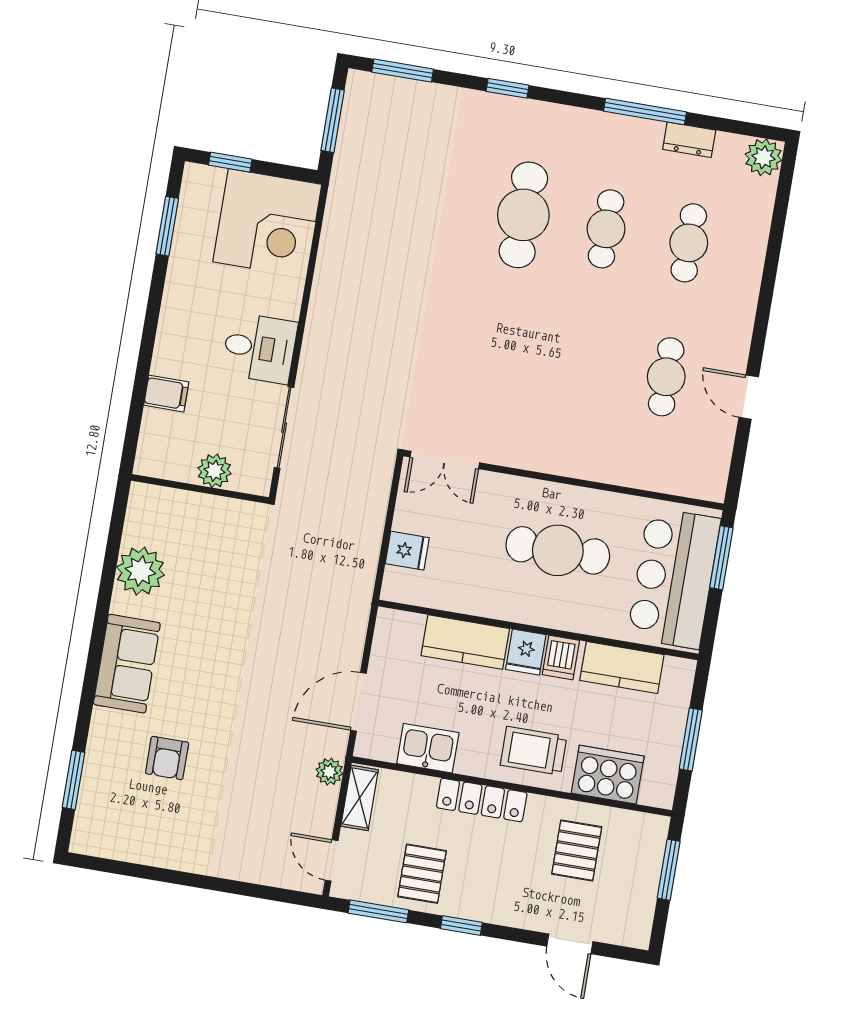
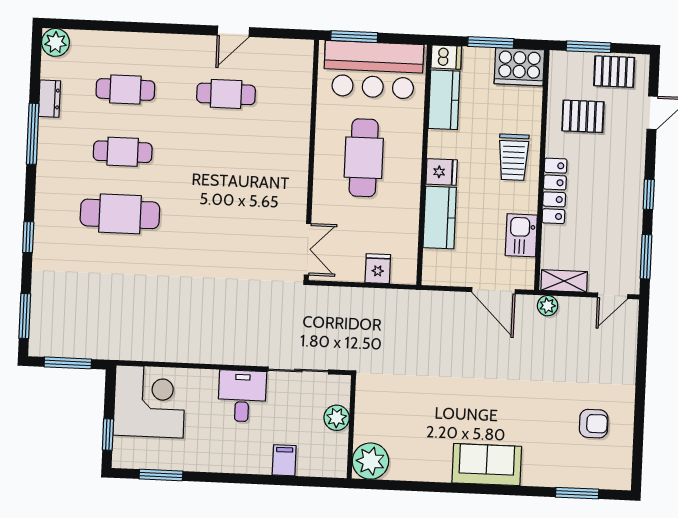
plant: (140, 571) -> (370, 461), moved
dishwasher: (561, 658) -> (446, 57), moved
armchair: (167, 758) -> (594, 424), moved
cooker: (608, 775) -> (519, 67), moved, turned -90
pallet: (422, 874) -> (614, 72), moved

